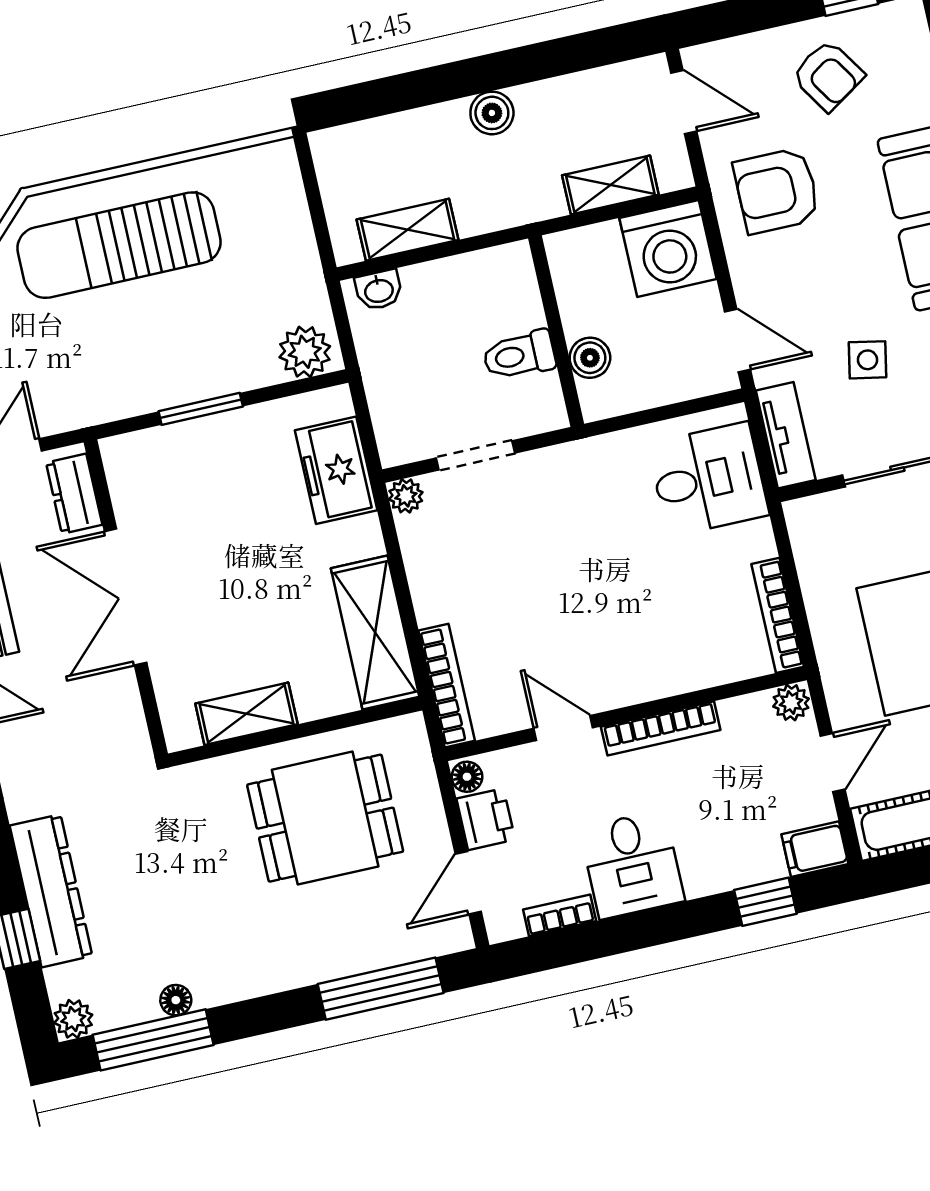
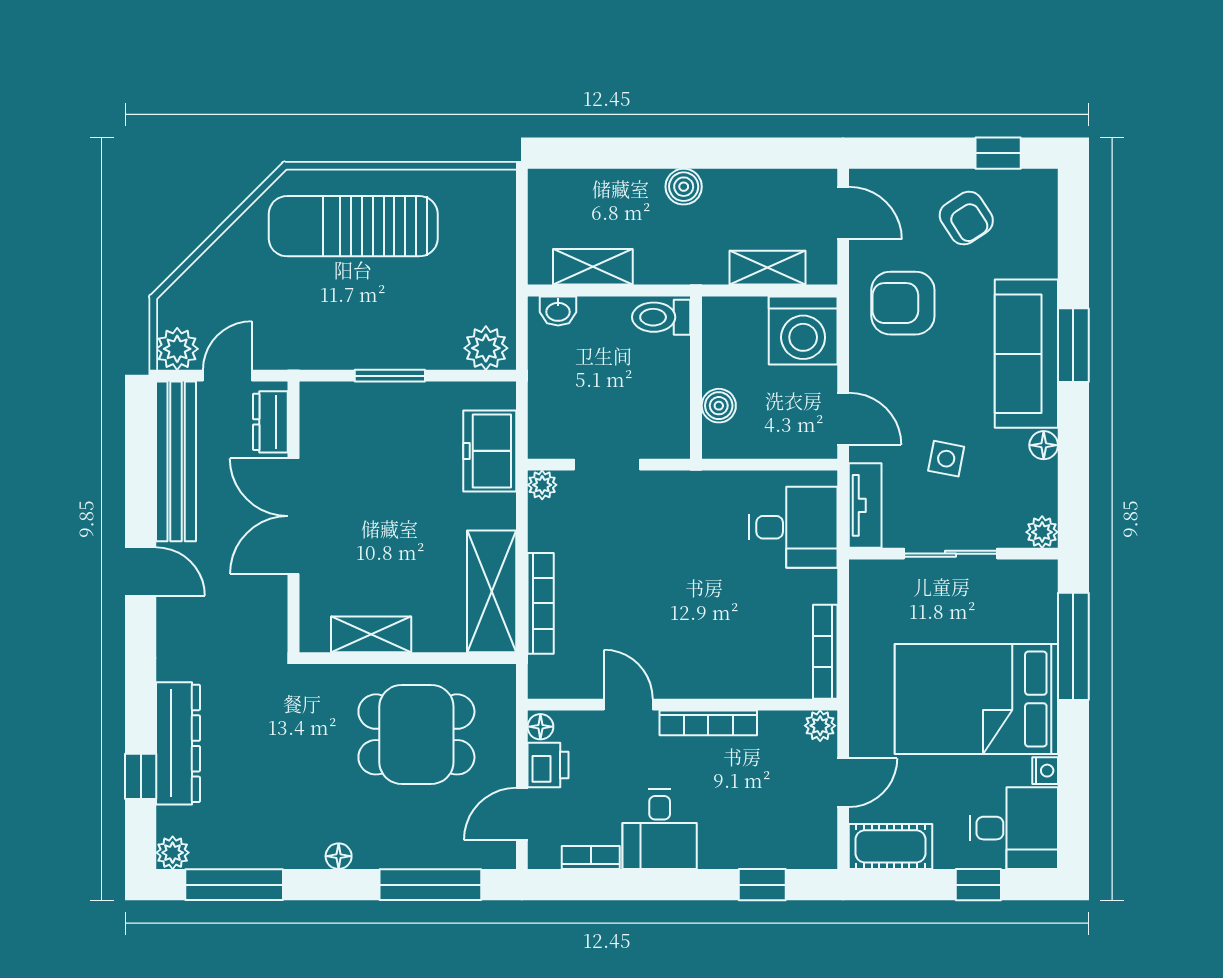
toilet: (519, 355) -> (661, 317), moved
bookcase: (447, 686) -> (541, 603), moved
filing cabinet: (815, 849) -> (813, 851), removed
floor lamp: (176, 1000) -> (339, 856), moved

